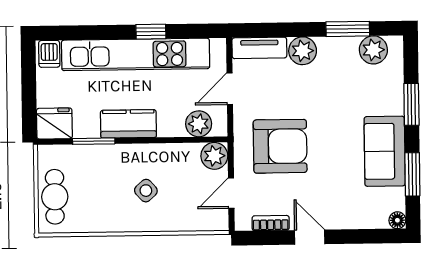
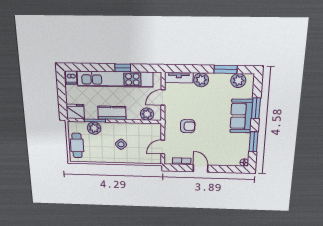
armchair: (280, 146) -> (188, 126), width x0.53, depth x0.53
sofa: (385, 151) -> (241, 116), moved
plant: (214, 156) -> (94, 128), moved

